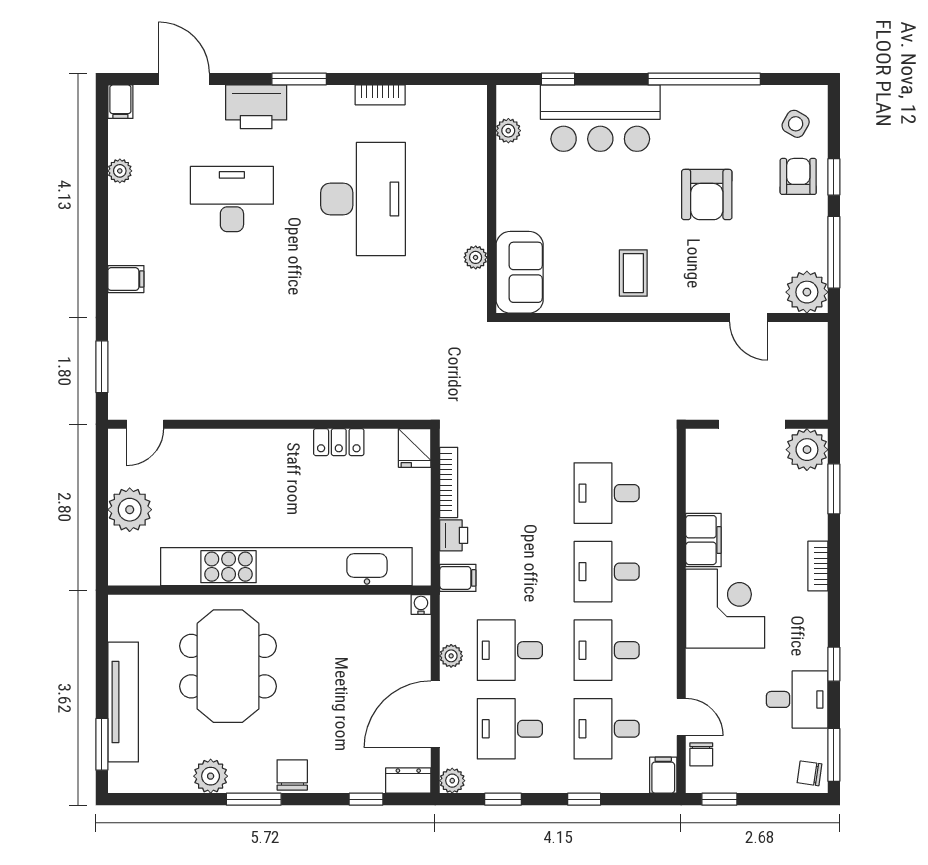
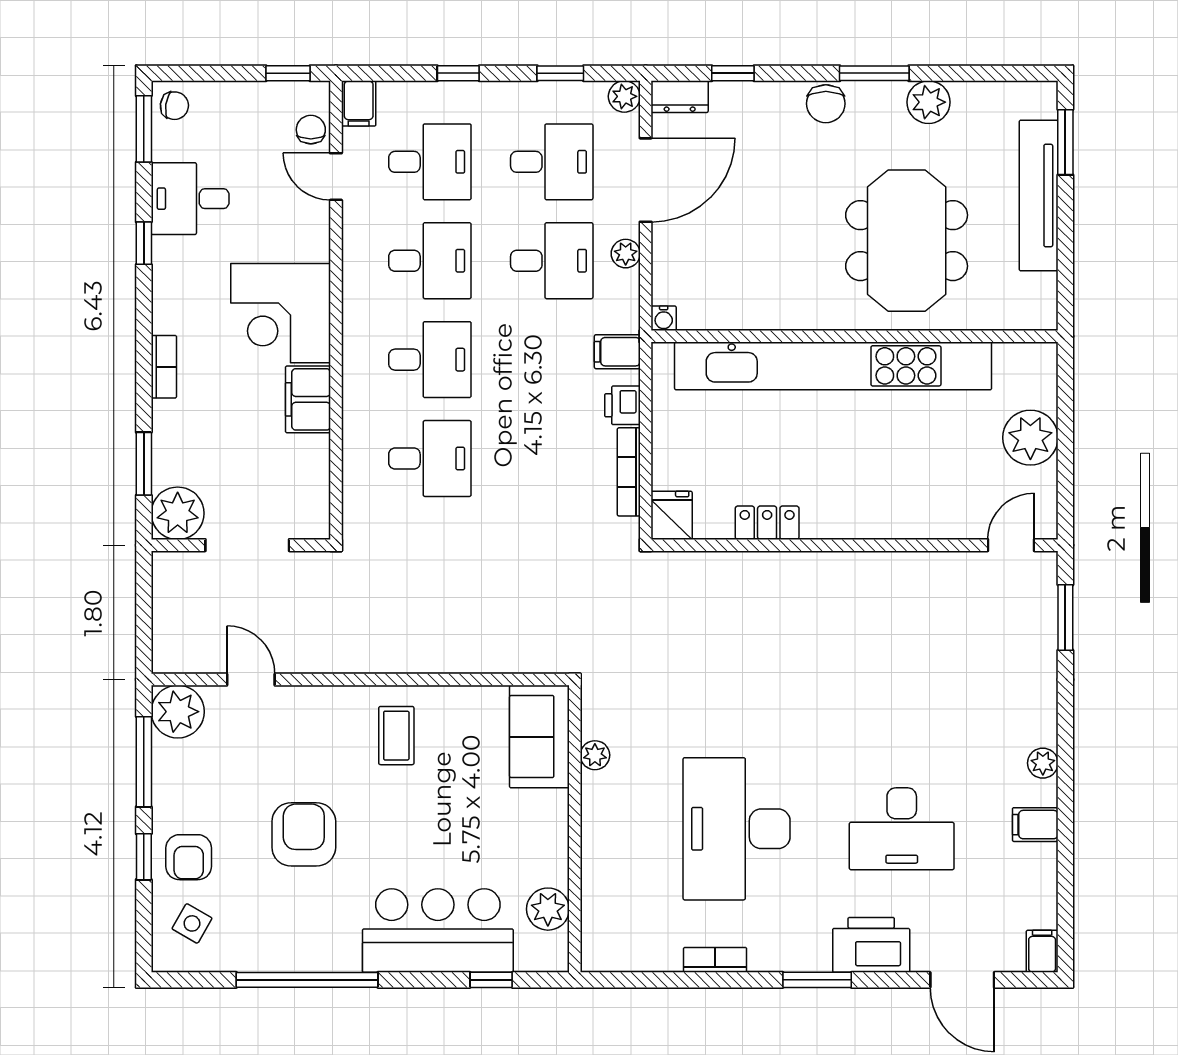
plant: (508, 131) -> (548, 909), width x1.38, depth x1.38
plant: (120, 171) -> (1043, 763), moved
filing cabinet: (126, 279) -> (1035, 825), moved

